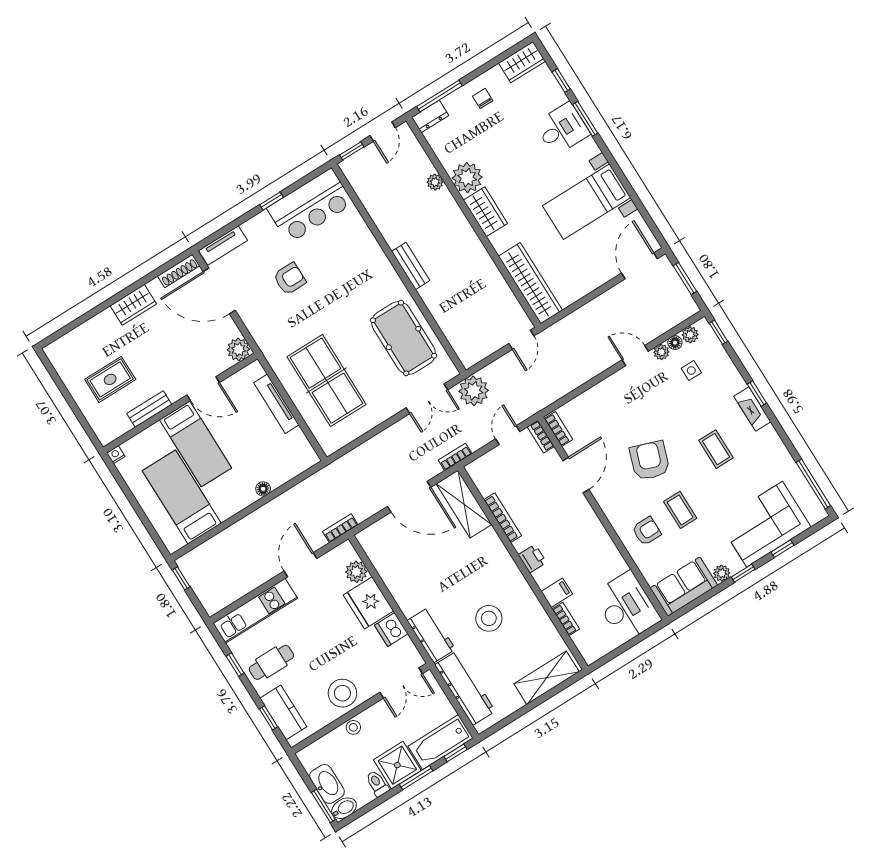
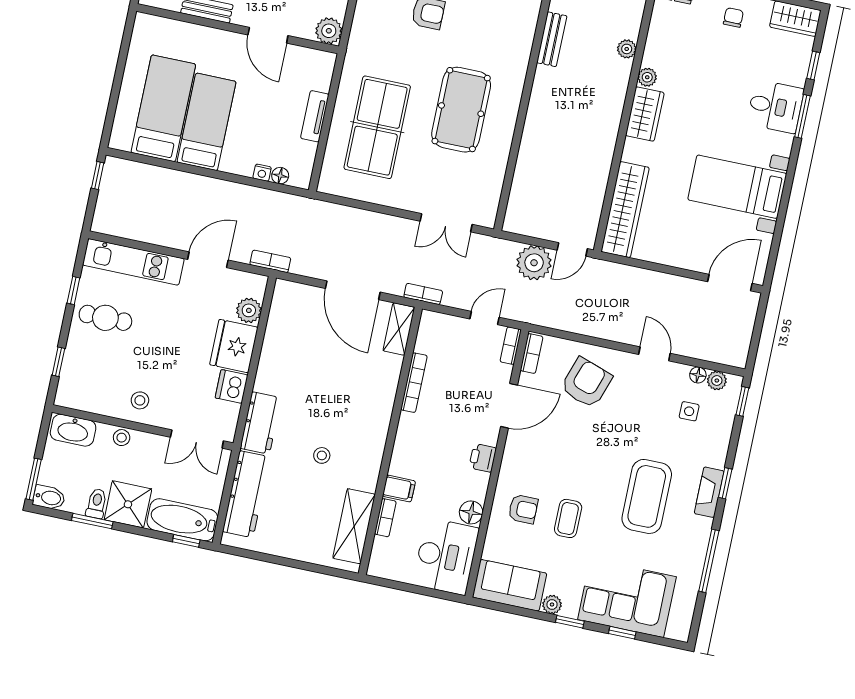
plant: (467, 178) -> (647, 77), width x0.53, depth x0.53
bench: (411, 266) -> (552, 39), moved
window: (685, 278) -> (758, 329), removed
pool table: (404, 338) -> (461, 110), moved
plant: (661, 352) -> (679, 372), removed
plant: (474, 391) -> (534, 263), moved
tv unit: (276, 404) -> (315, 116), width x0.71
bed: (196, 444) -> (207, 122), moved, turned 180
coffee table: (716, 449) -> (647, 496), width x1.86, depth x1.72
nightstand: (116, 455) -> (262, 173), moved, turned 180
armchair: (650, 461) -> (586, 383), moved
window: (813, 484) -> (709, 561), moved
floor lamp: (263, 489) -> (280, 176), moved
shelving: (464, 504) -> (399, 329), width x0.67, depth x0.75
printer: (532, 559) -> (483, 458), moved, turned 180
floor lamp: (616, 564) -> (471, 512), added
stool: (489, 618) -> (322, 455), width x0.53, depth x0.53
shelving: (547, 678) -> (354, 526), moved, turned 90
stool: (342, 693) -> (140, 400), width x0.53, depth x0.53
kitchen counter: (283, 713) -> (75, 369), removed
window: (416, 778) -> (92, 521), moved
washbasin: (327, 784) -> (73, 430), moved, turned 90

